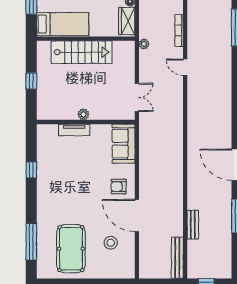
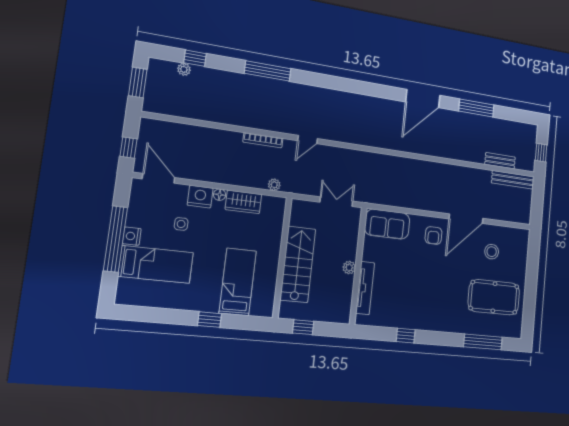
wall: (86, 39) -> (282, 257), moved
stairs: (82, 52) -> (298, 264), moved
tv unit: (74, 130) -> (365, 288), width x1.41
bench: (193, 225) -> (500, 161), moved

